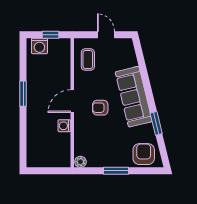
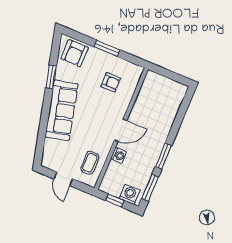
window: (23, 60) -> (150, 188), added
armchair: (100, 108) -> (111, 82), moved
washing machine: (64, 126) -> (119, 155), moved
plant: (80, 162) -> (136, 71), removed

